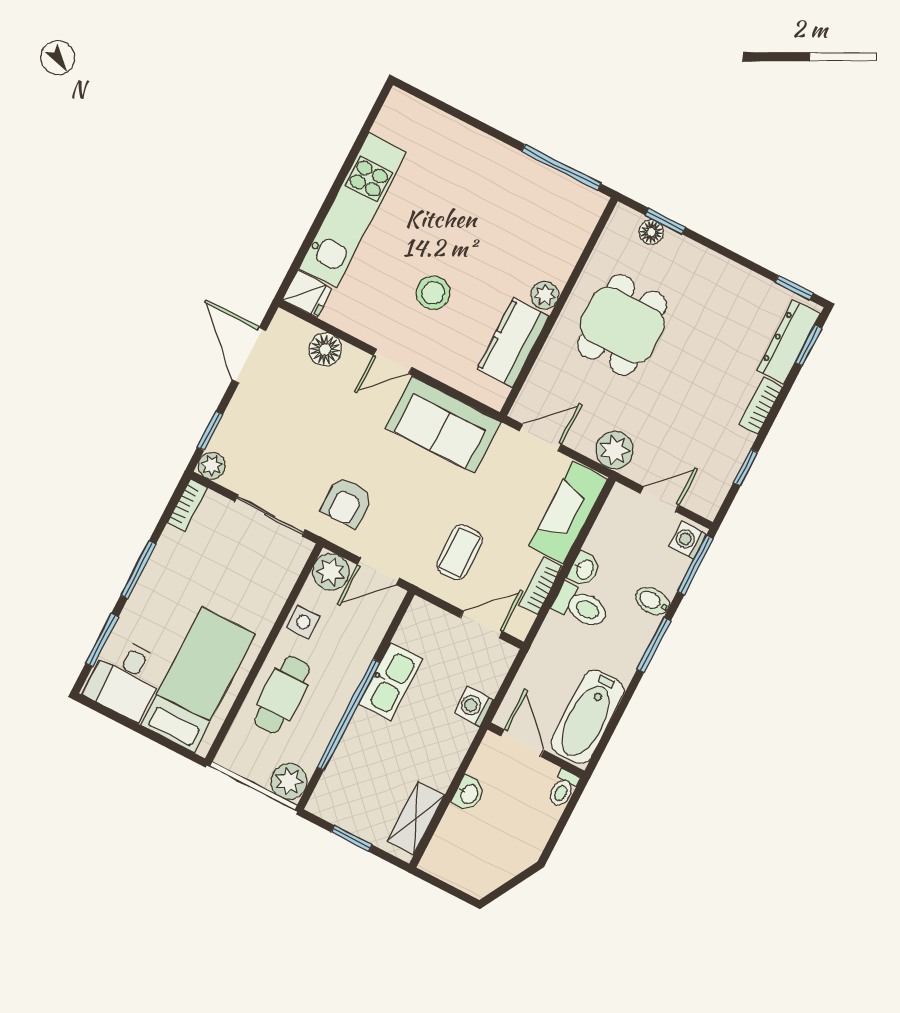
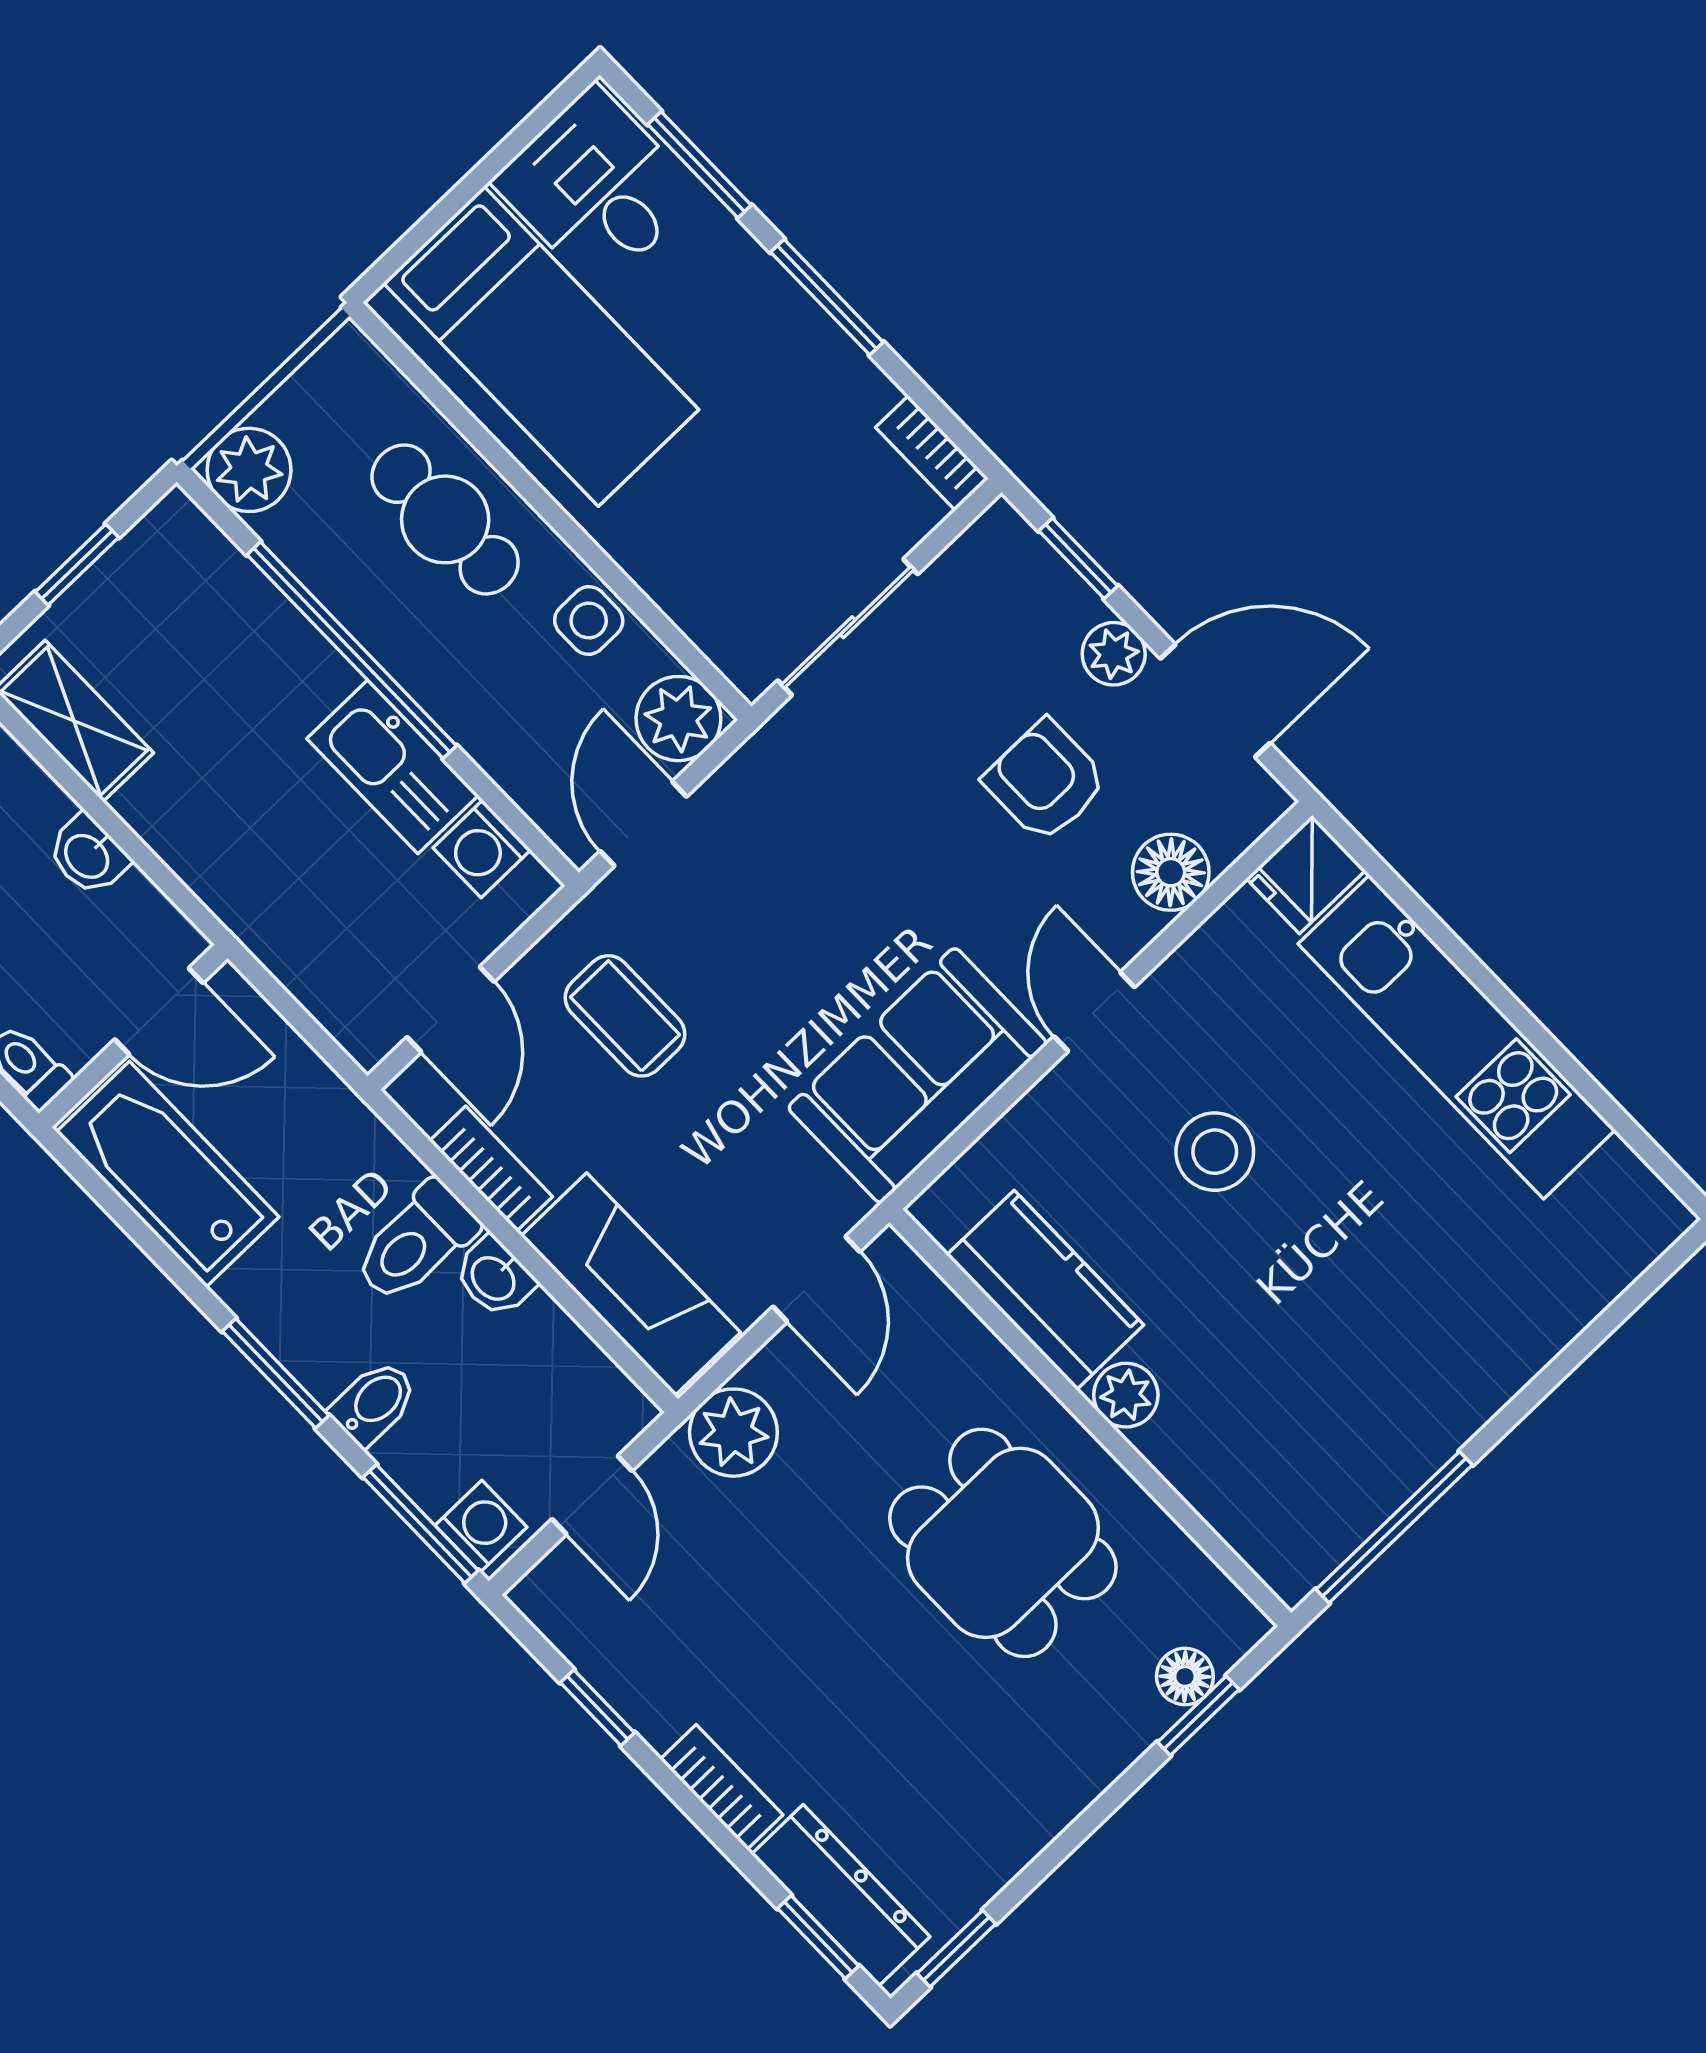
plant: (212, 466) -> (1114, 654), moved
armchair: (347, 502) -> (1045, 781), moved
washing machine: (474, 707) -> (482, 849), moved, turned 180

